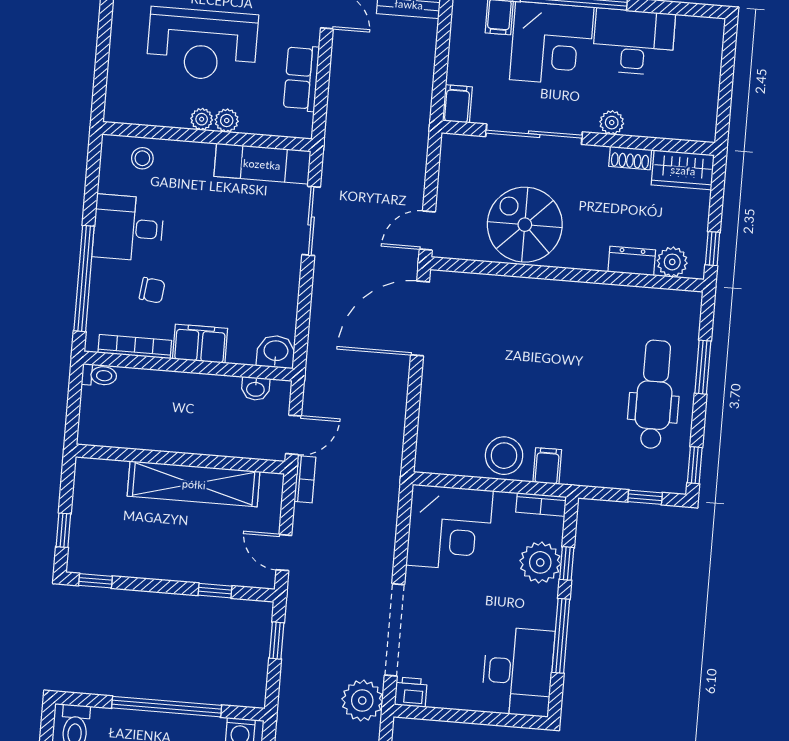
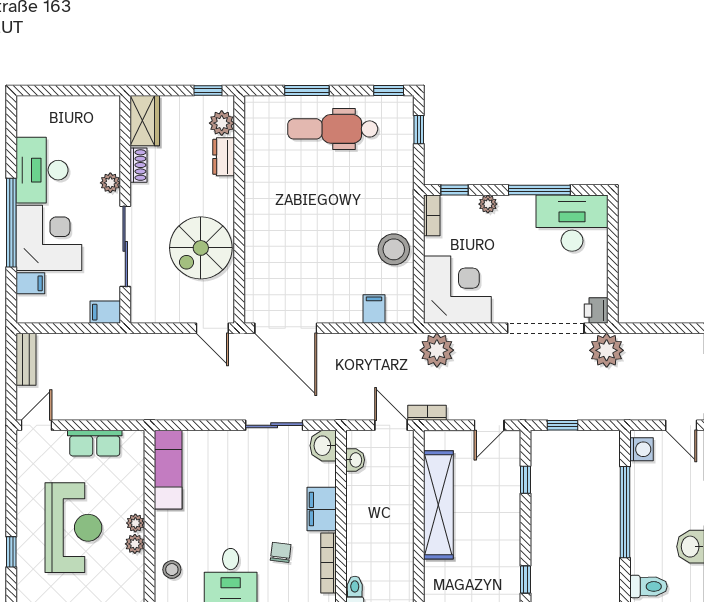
plant: (227, 120) -> (135, 544), moved
sliding door: (311, 221) -> (274, 425), moved
filing cabinet: (547, 466) -> (374, 309), moved, turned 90
plant: (379, 497) -> (437, 350), added
plant: (540, 562) -> (488, 204), width x0.53, depth x0.53
window: (567, 563) -> (454, 190), moved

